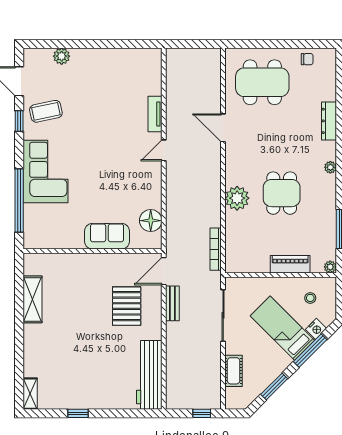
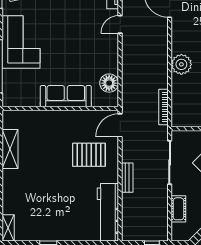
sofa: (107, 236) -> (66, 96), width x1.36
bench: (172, 303) -> (127, 178), moved
pallet: (127, 306) -> (89, 155), turned 90

